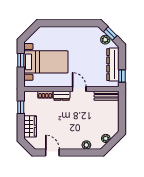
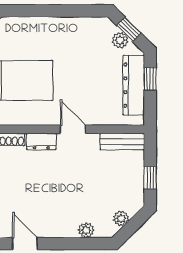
window: (122, 76) -> (150, 79), moved
window: (122, 116) -> (150, 178), added

